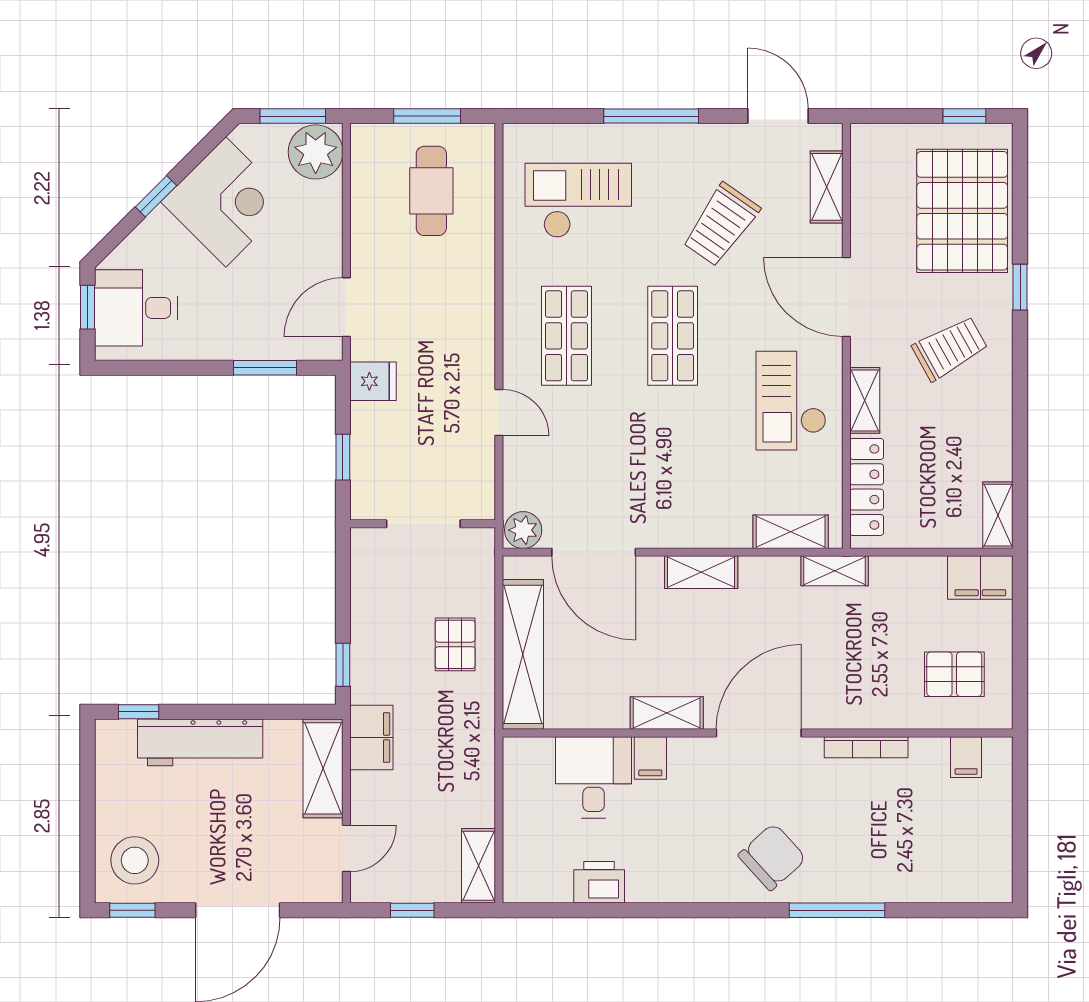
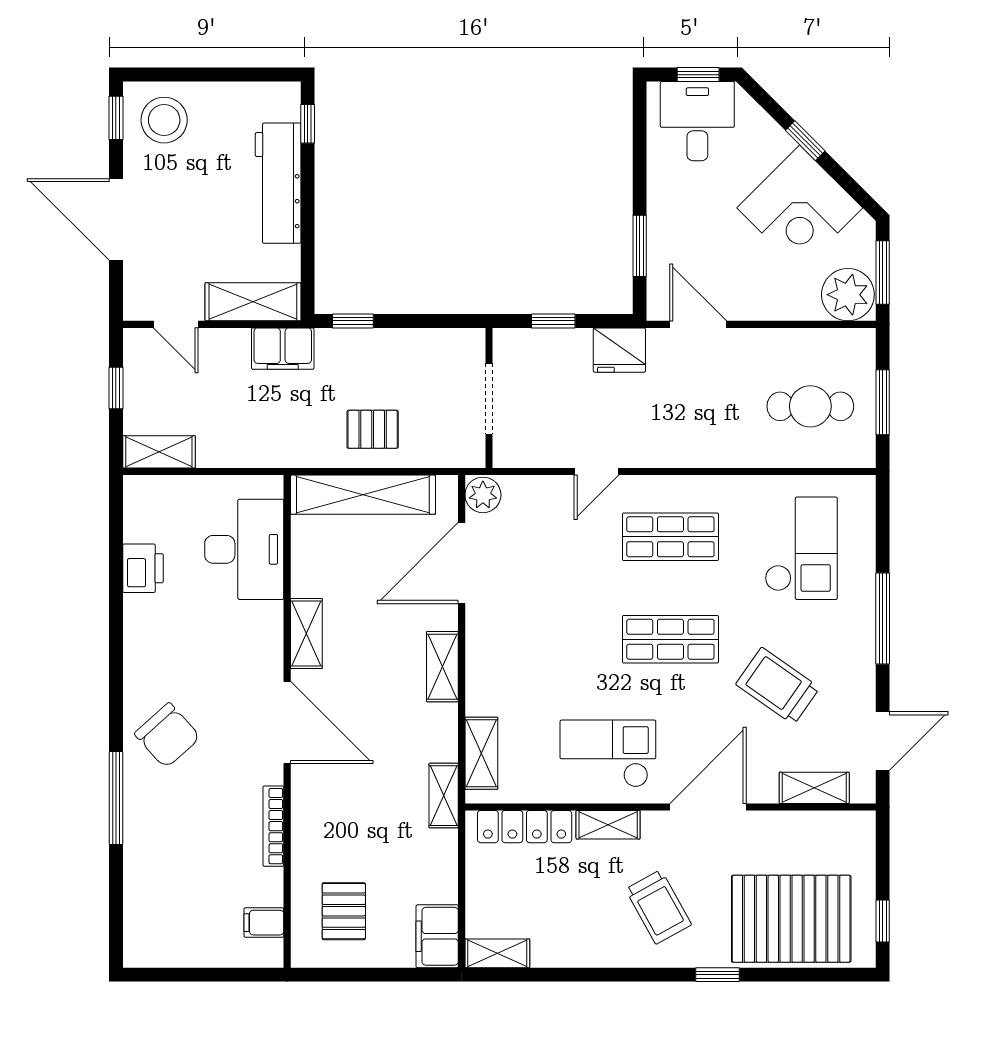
fridge: (373, 381) -> (619, 350), width x1.38
filing cabinet: (650, 758) -> (263, 618), removed
desk: (594, 777) -> (244, 549), width x1.37

